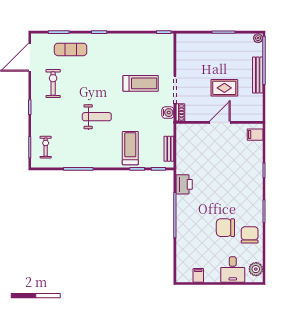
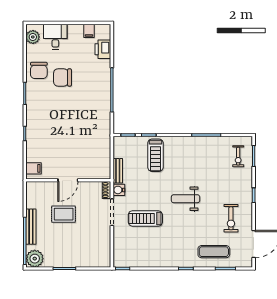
plant: (258, 38) -> (35, 259), width x1.88, depth x1.88
weight bench: (97, 117) -> (186, 199), moved
bench: (169, 149) -> (118, 171), moved
printer: (184, 184) -> (103, 49), moved
chair: (225, 228) -> (62, 77), turned 180

